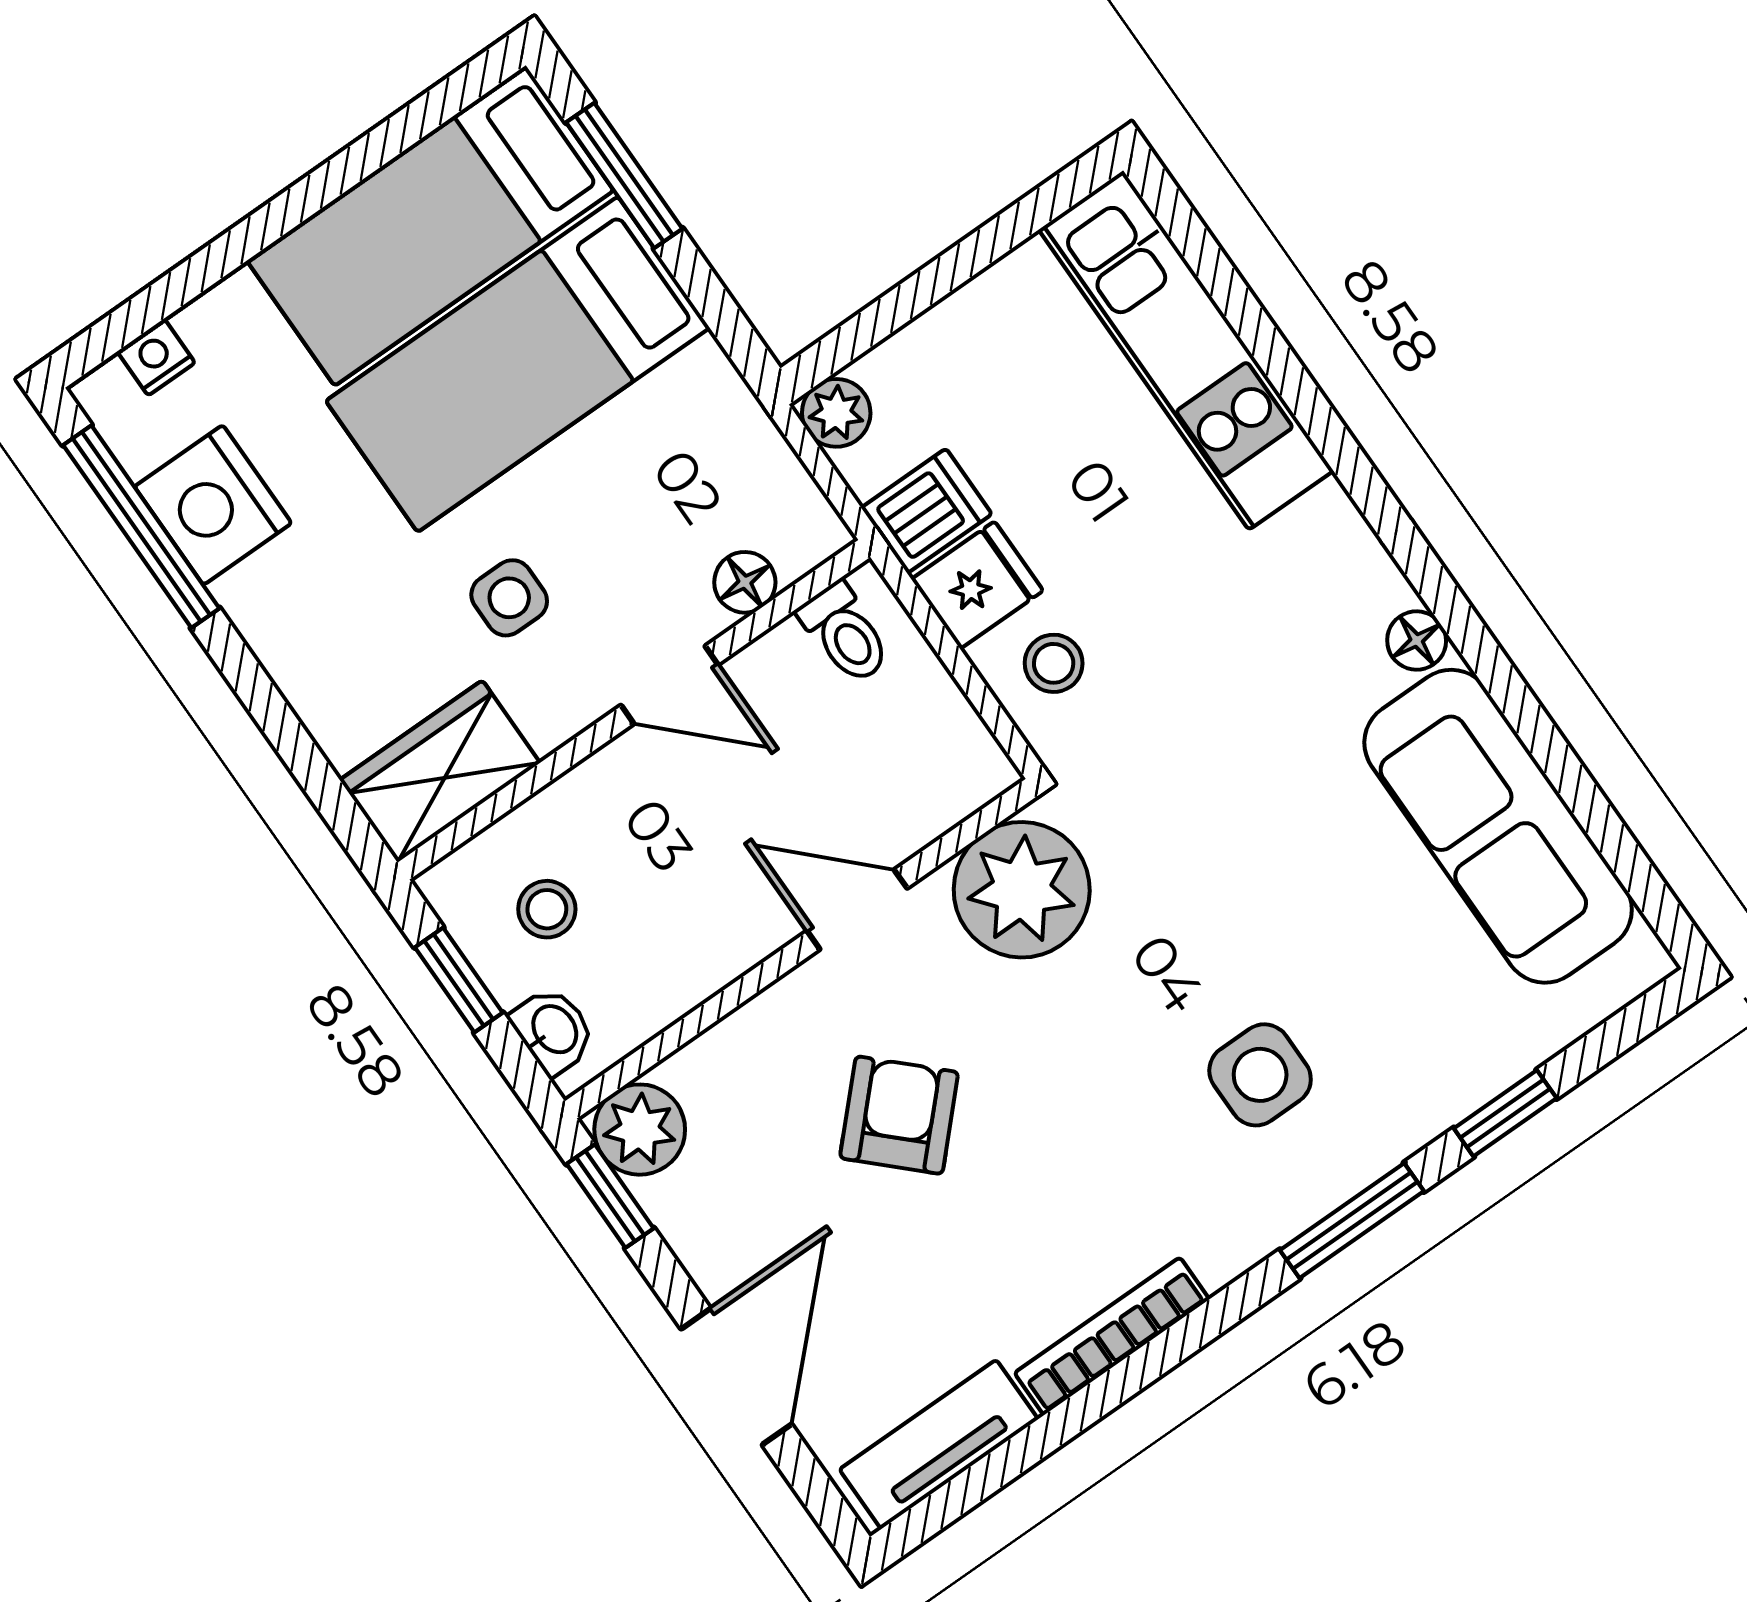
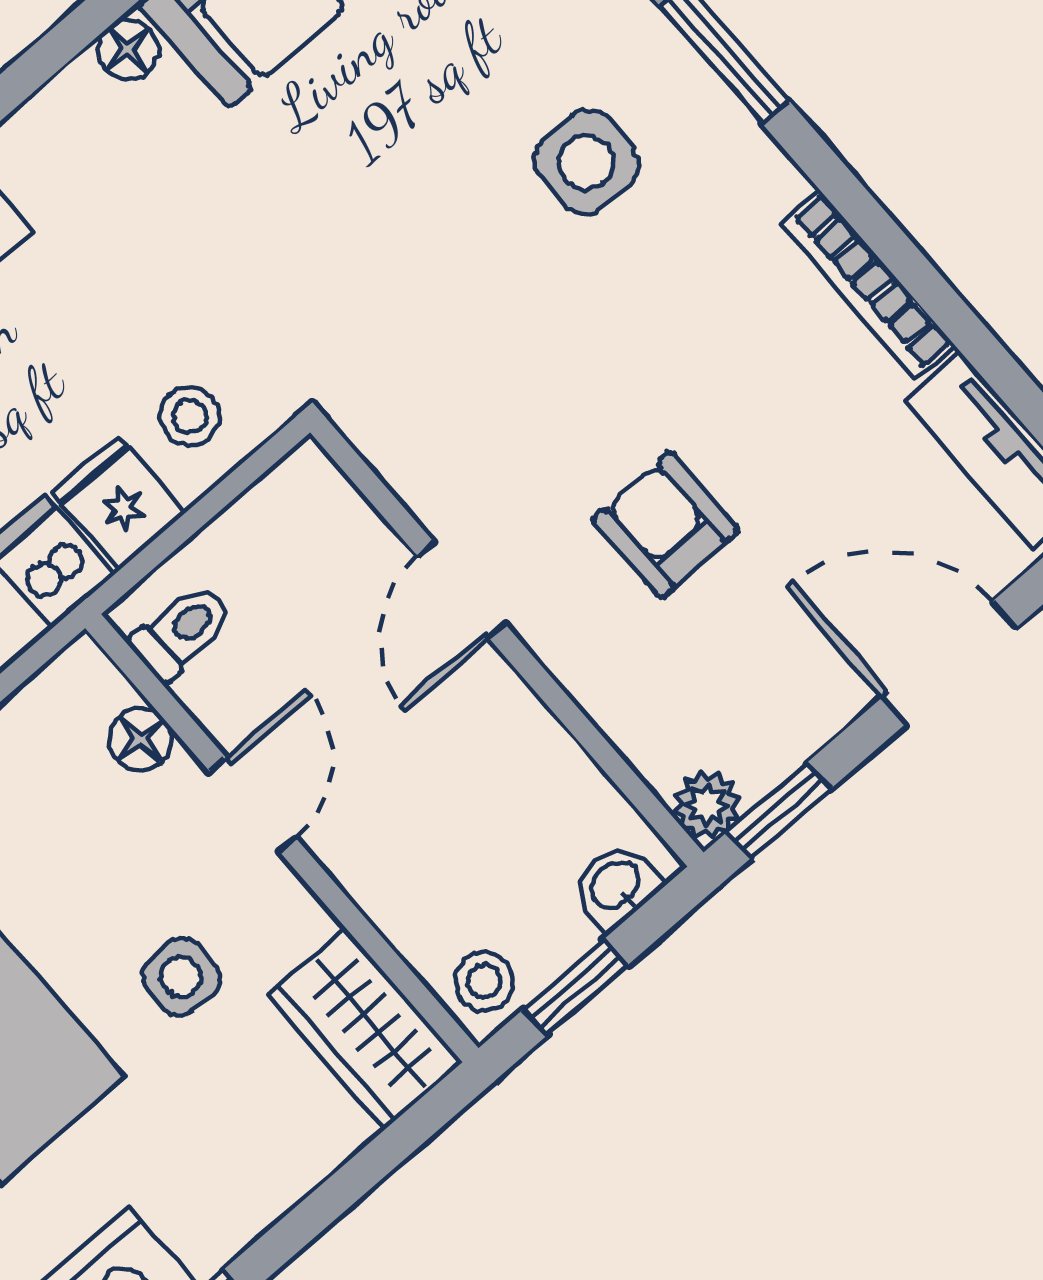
plant: (1022, 890) -> (423, 425), removed
stool: (547, 909) -> (484, 981), moved
armchair: (899, 1115) -> (666, 525), turned 46
plant: (640, 1130) -> (707, 805), width x0.73, depth x0.73

